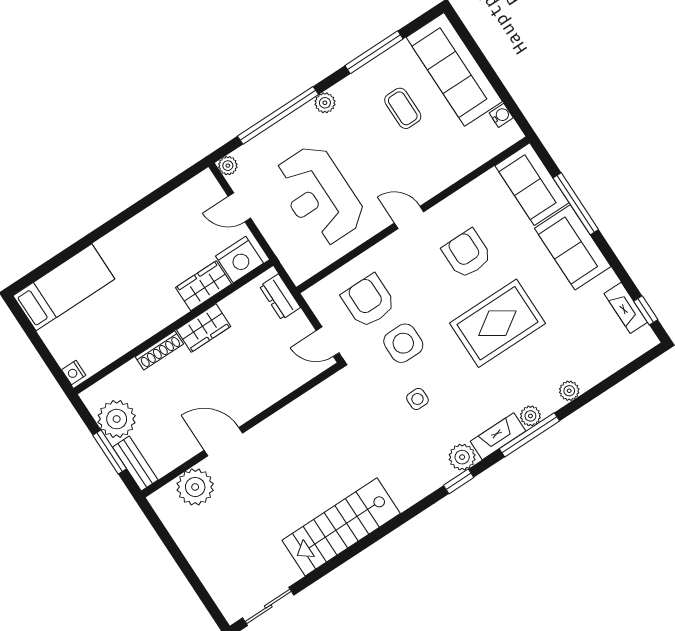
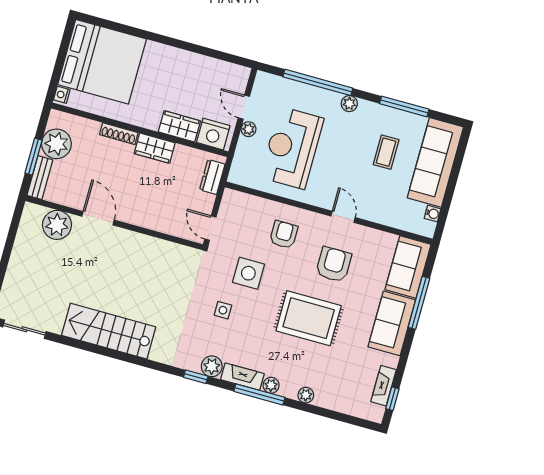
plant: (228, 166) -> (249, 129), moved
door: (409, 217) -> (343, 217), moved
bed: (64, 287) -> (102, 62), width x2.04
armchair: (369, 301) -> (284, 235), moved, width x0.72, depth x0.72

